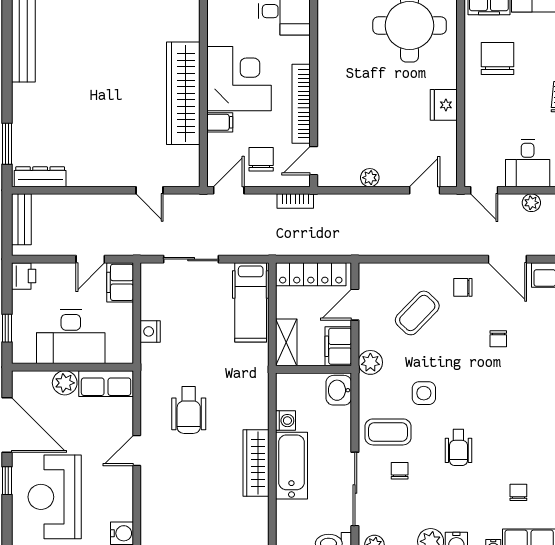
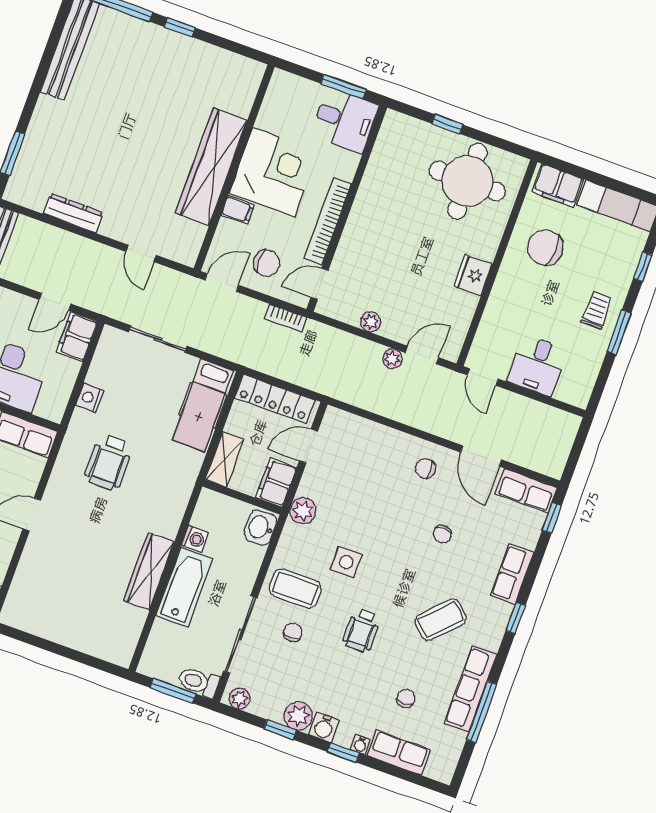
chair: (498, 59) -> (545, 247), turned -87
chair: (261, 159) -> (266, 263), turned 90
dresser: (40, 177) -> (73, 213), moved
plant: (531, 203) -> (392, 359), moved
coffee table: (417, 313) -> (441, 620), moved
wheelchair: (189, 410) -> (109, 462), moved

